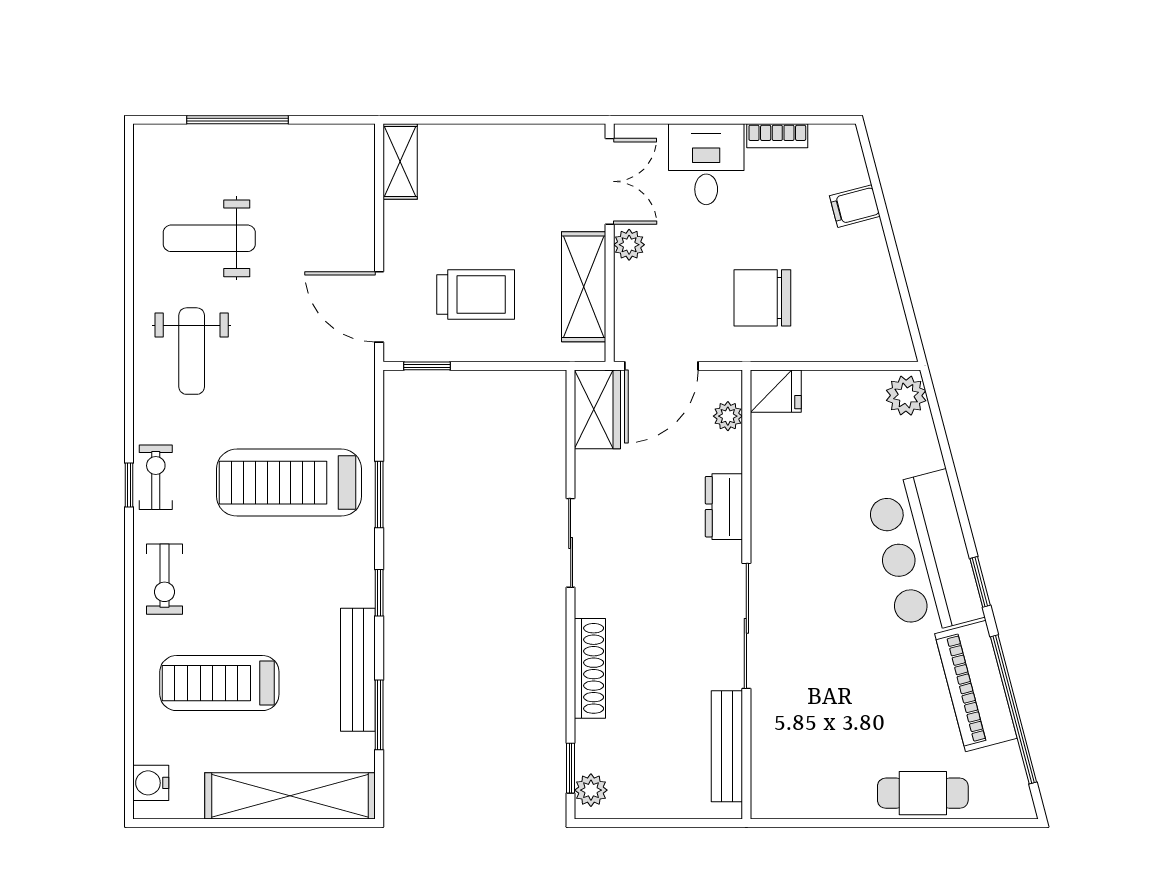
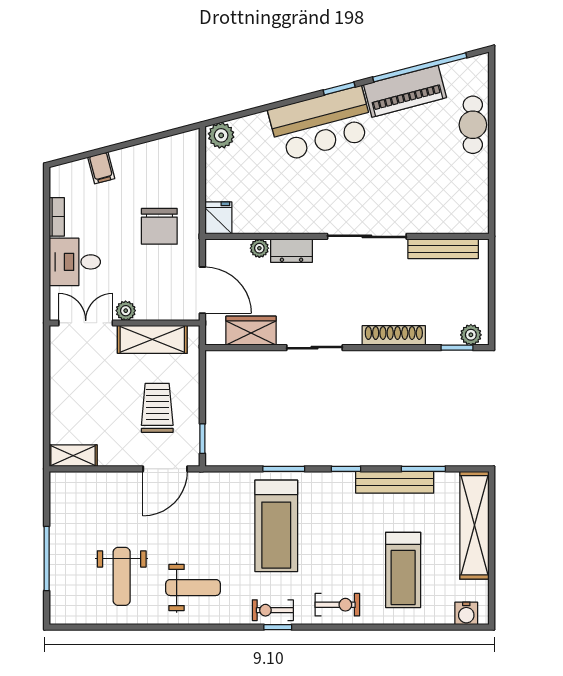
wardrobe: (597, 409) -> (251, 331), moved
plant: (728, 416) -> (259, 248), moved

